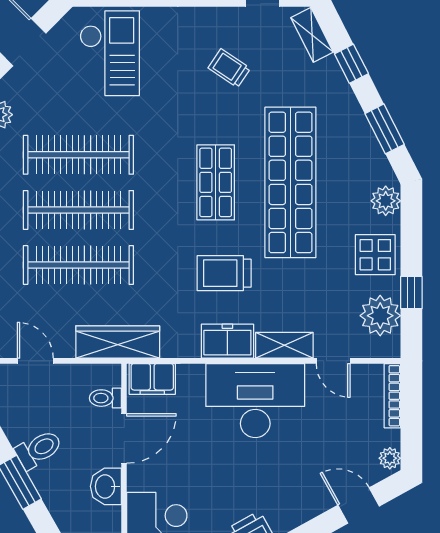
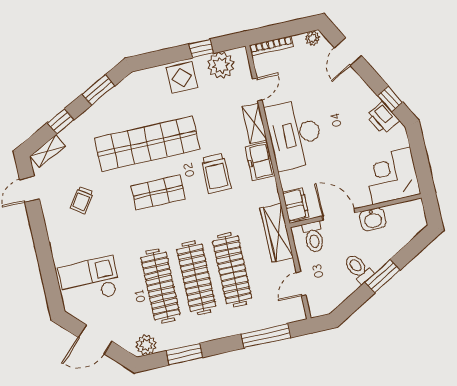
plant: (386, 201) -> (145, 79), removed
toilet: (105, 398) -> (314, 237), width x1.37, depth x1.39

